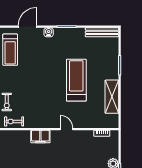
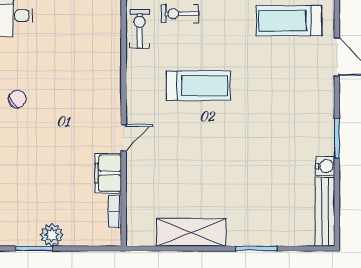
water cooler: (49, 32) -> (325, 166), moved
treadmill: (76, 80) -> (198, 86), moved, width x0.73, depth x0.73
filing cabinet: (40, 137) -> (108, 173), moved

